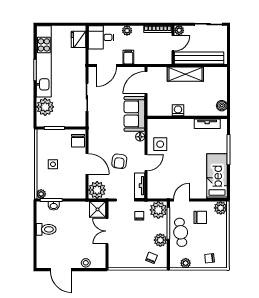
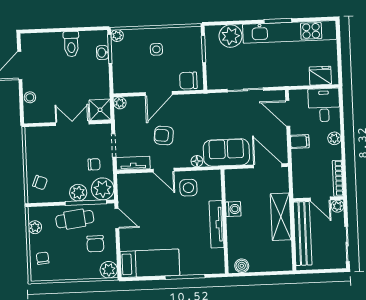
tv unit: (207, 124) -> (216, 224), moved, width x1.41
plant: (97, 190) -> (120, 103), width x0.53, depth x0.53
plant: (160, 240) -> (78, 193), moved

